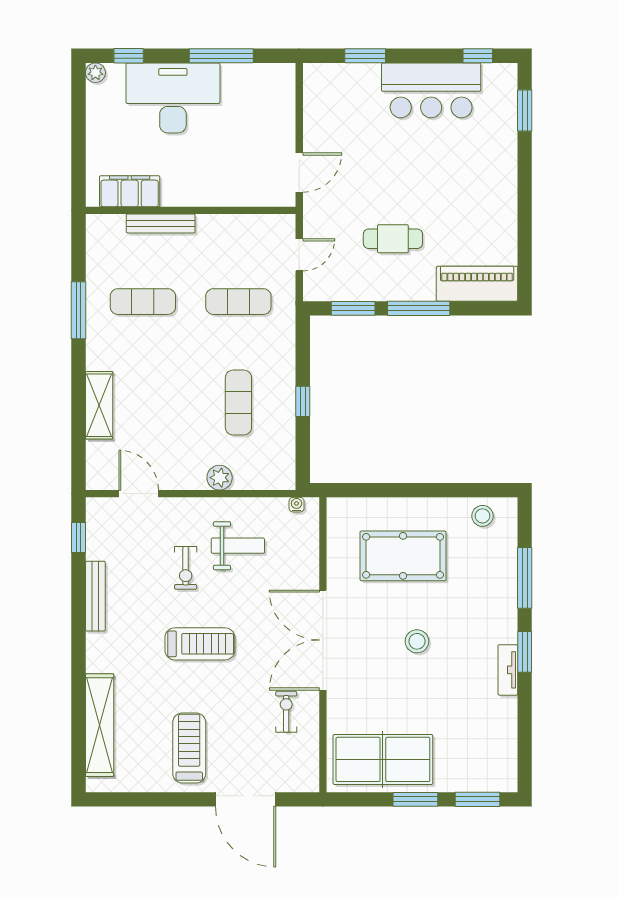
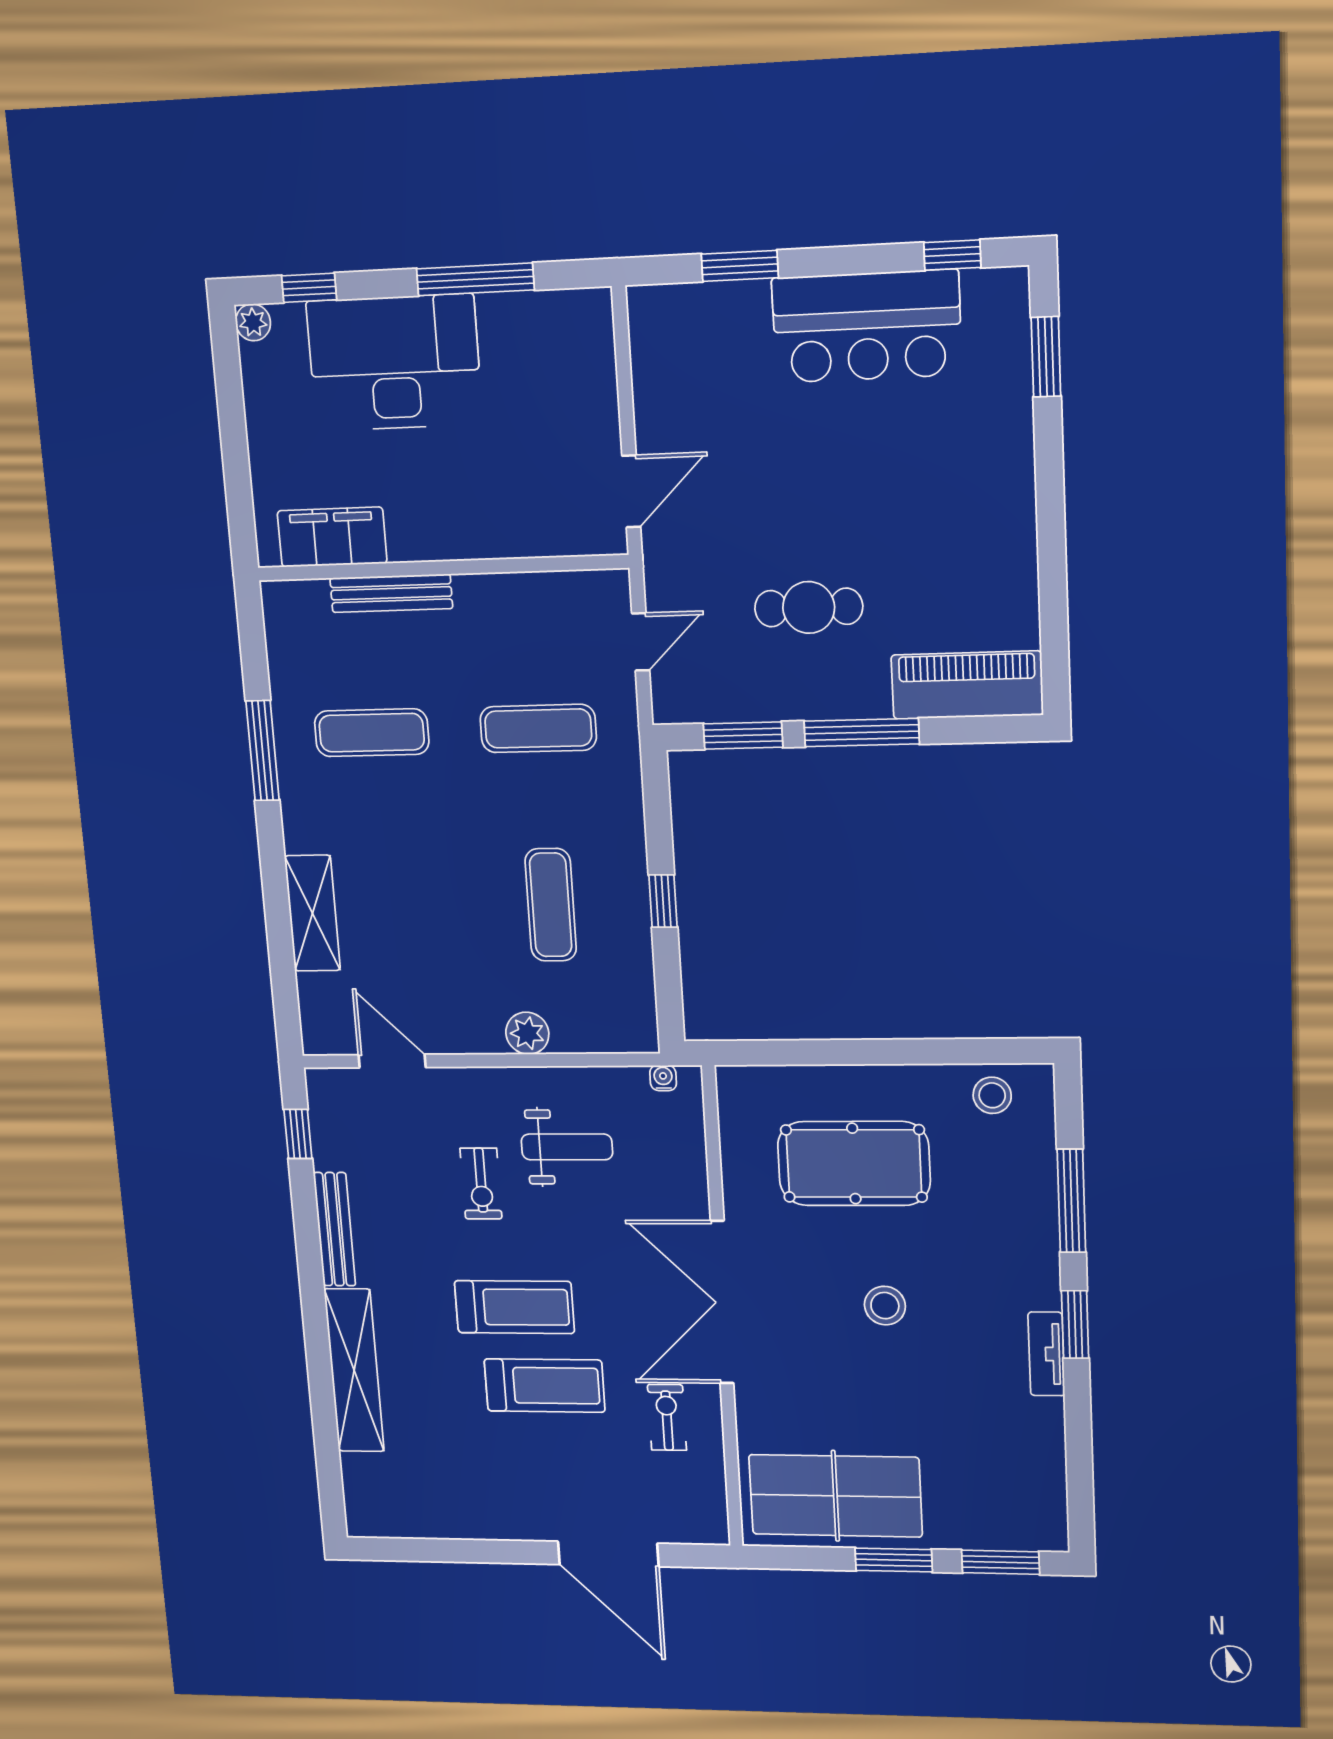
shelving: (100, 725) -> (354, 1370), moved
treadmill: (189, 748) -> (545, 1386), moved, turned 90

